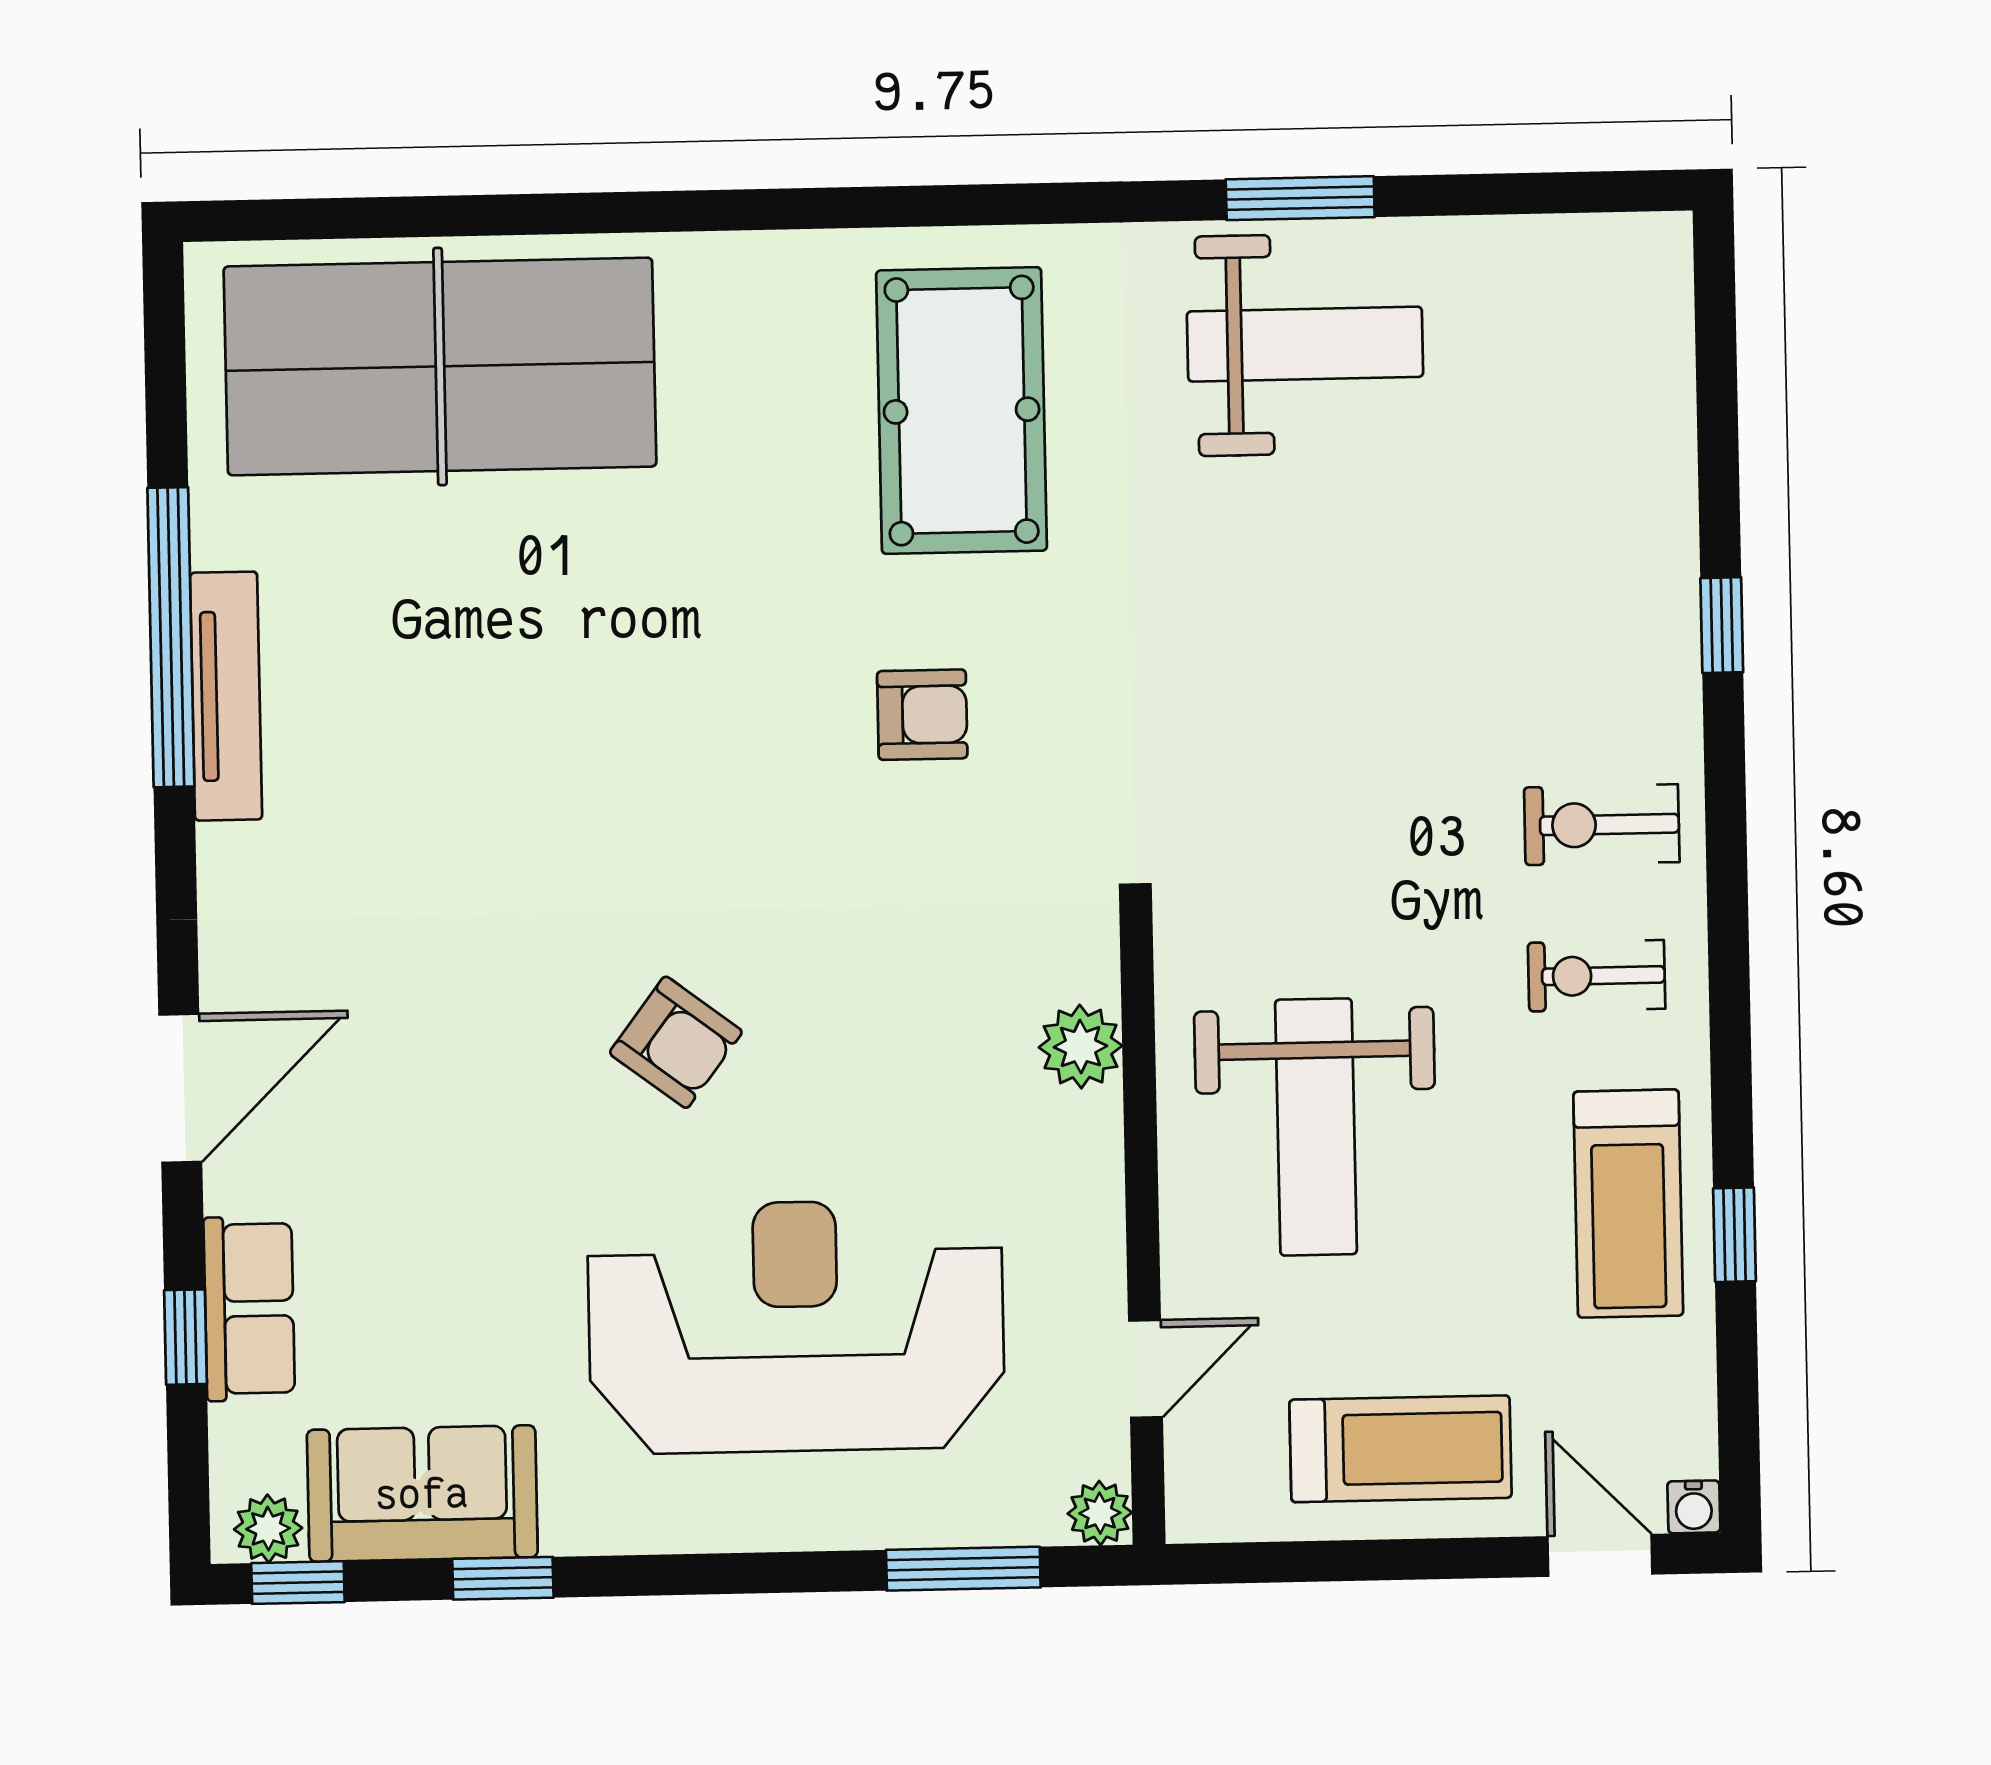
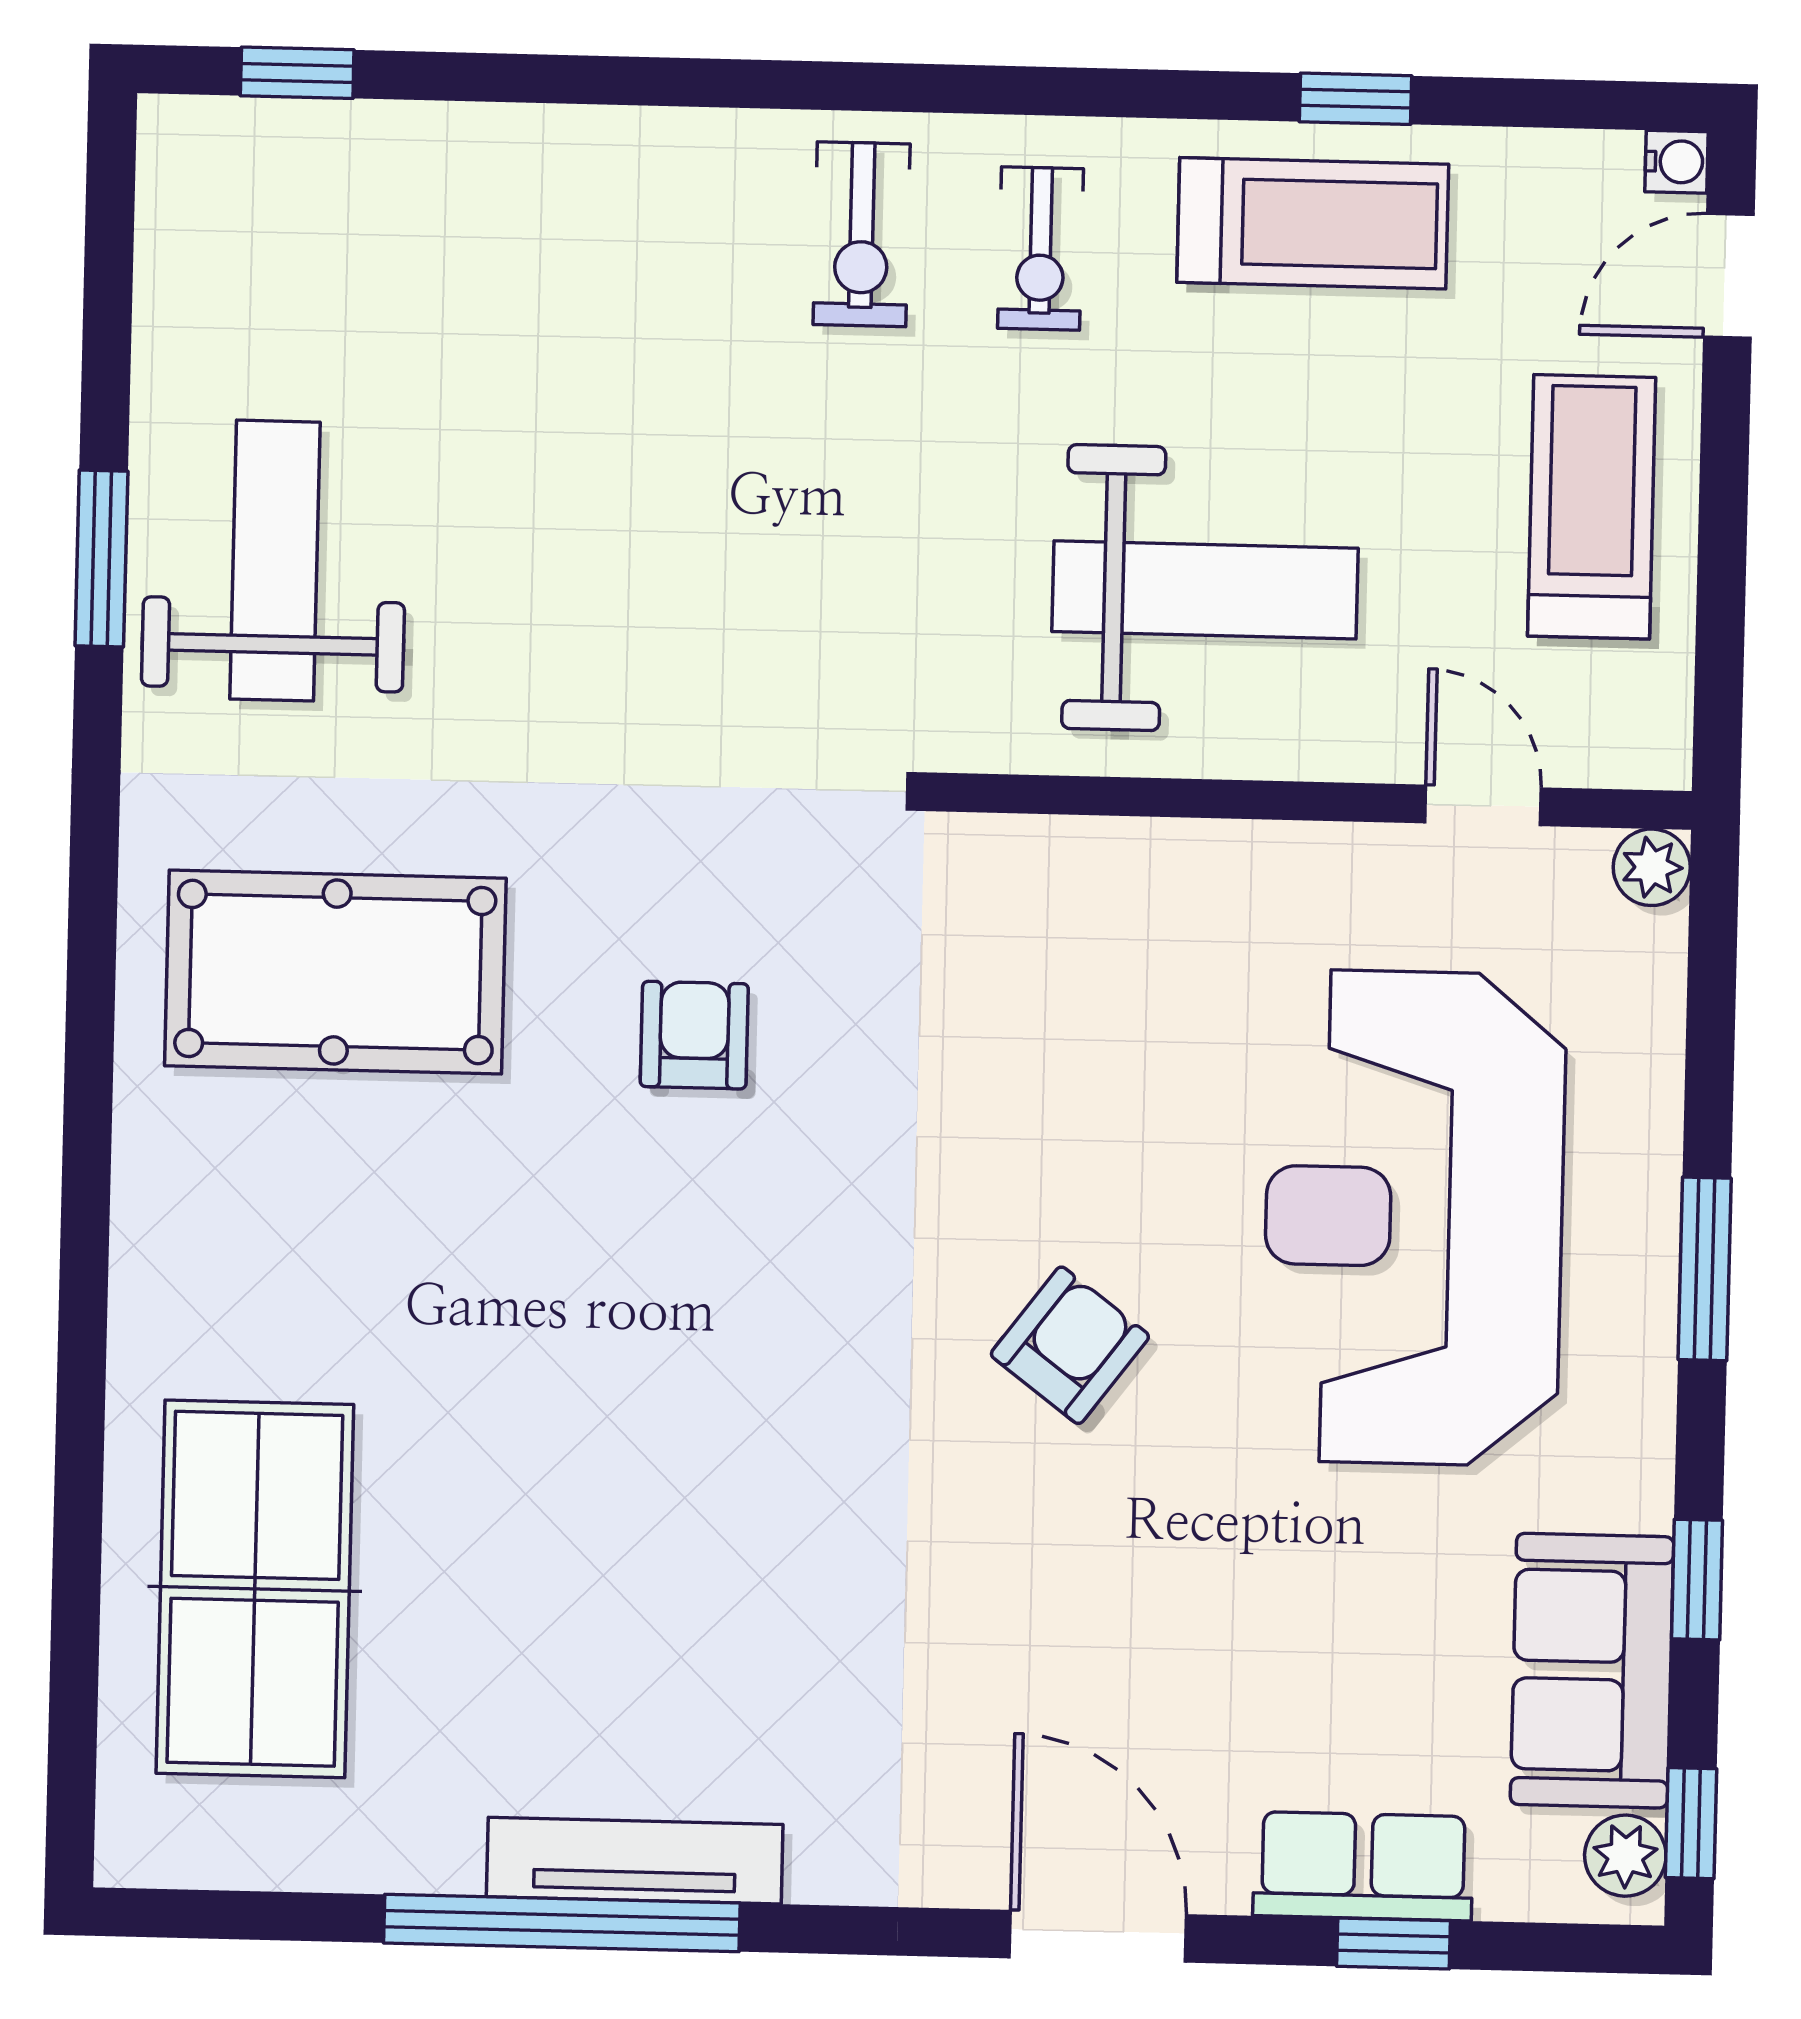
table tennis table: (440, 366) -> (255, 1589), width x0.73, depth x0.76
window: (1722, 625) -> (297, 73), moved
plant: (1080, 1047) -> (1097, 865), removed
window: (963, 1569) -> (1705, 1269), moved

